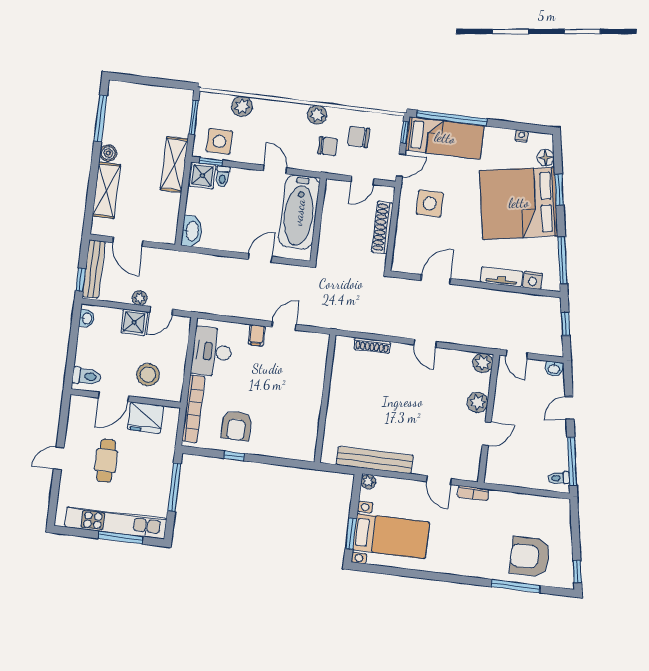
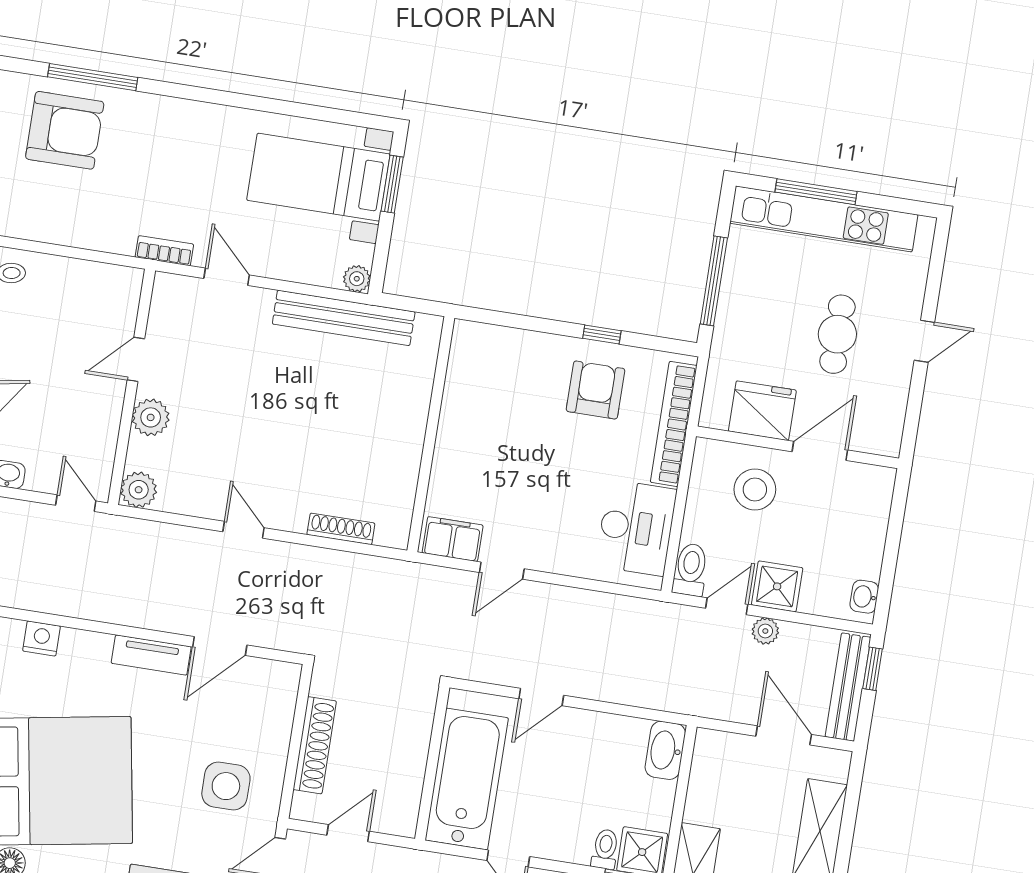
tv unit: (502, 277) -> (151, 655), moved
filing cabinet: (257, 335) -> (453, 539), moved, width x2.00
toilet: (86, 376) -> (690, 570), moved, turned 90

